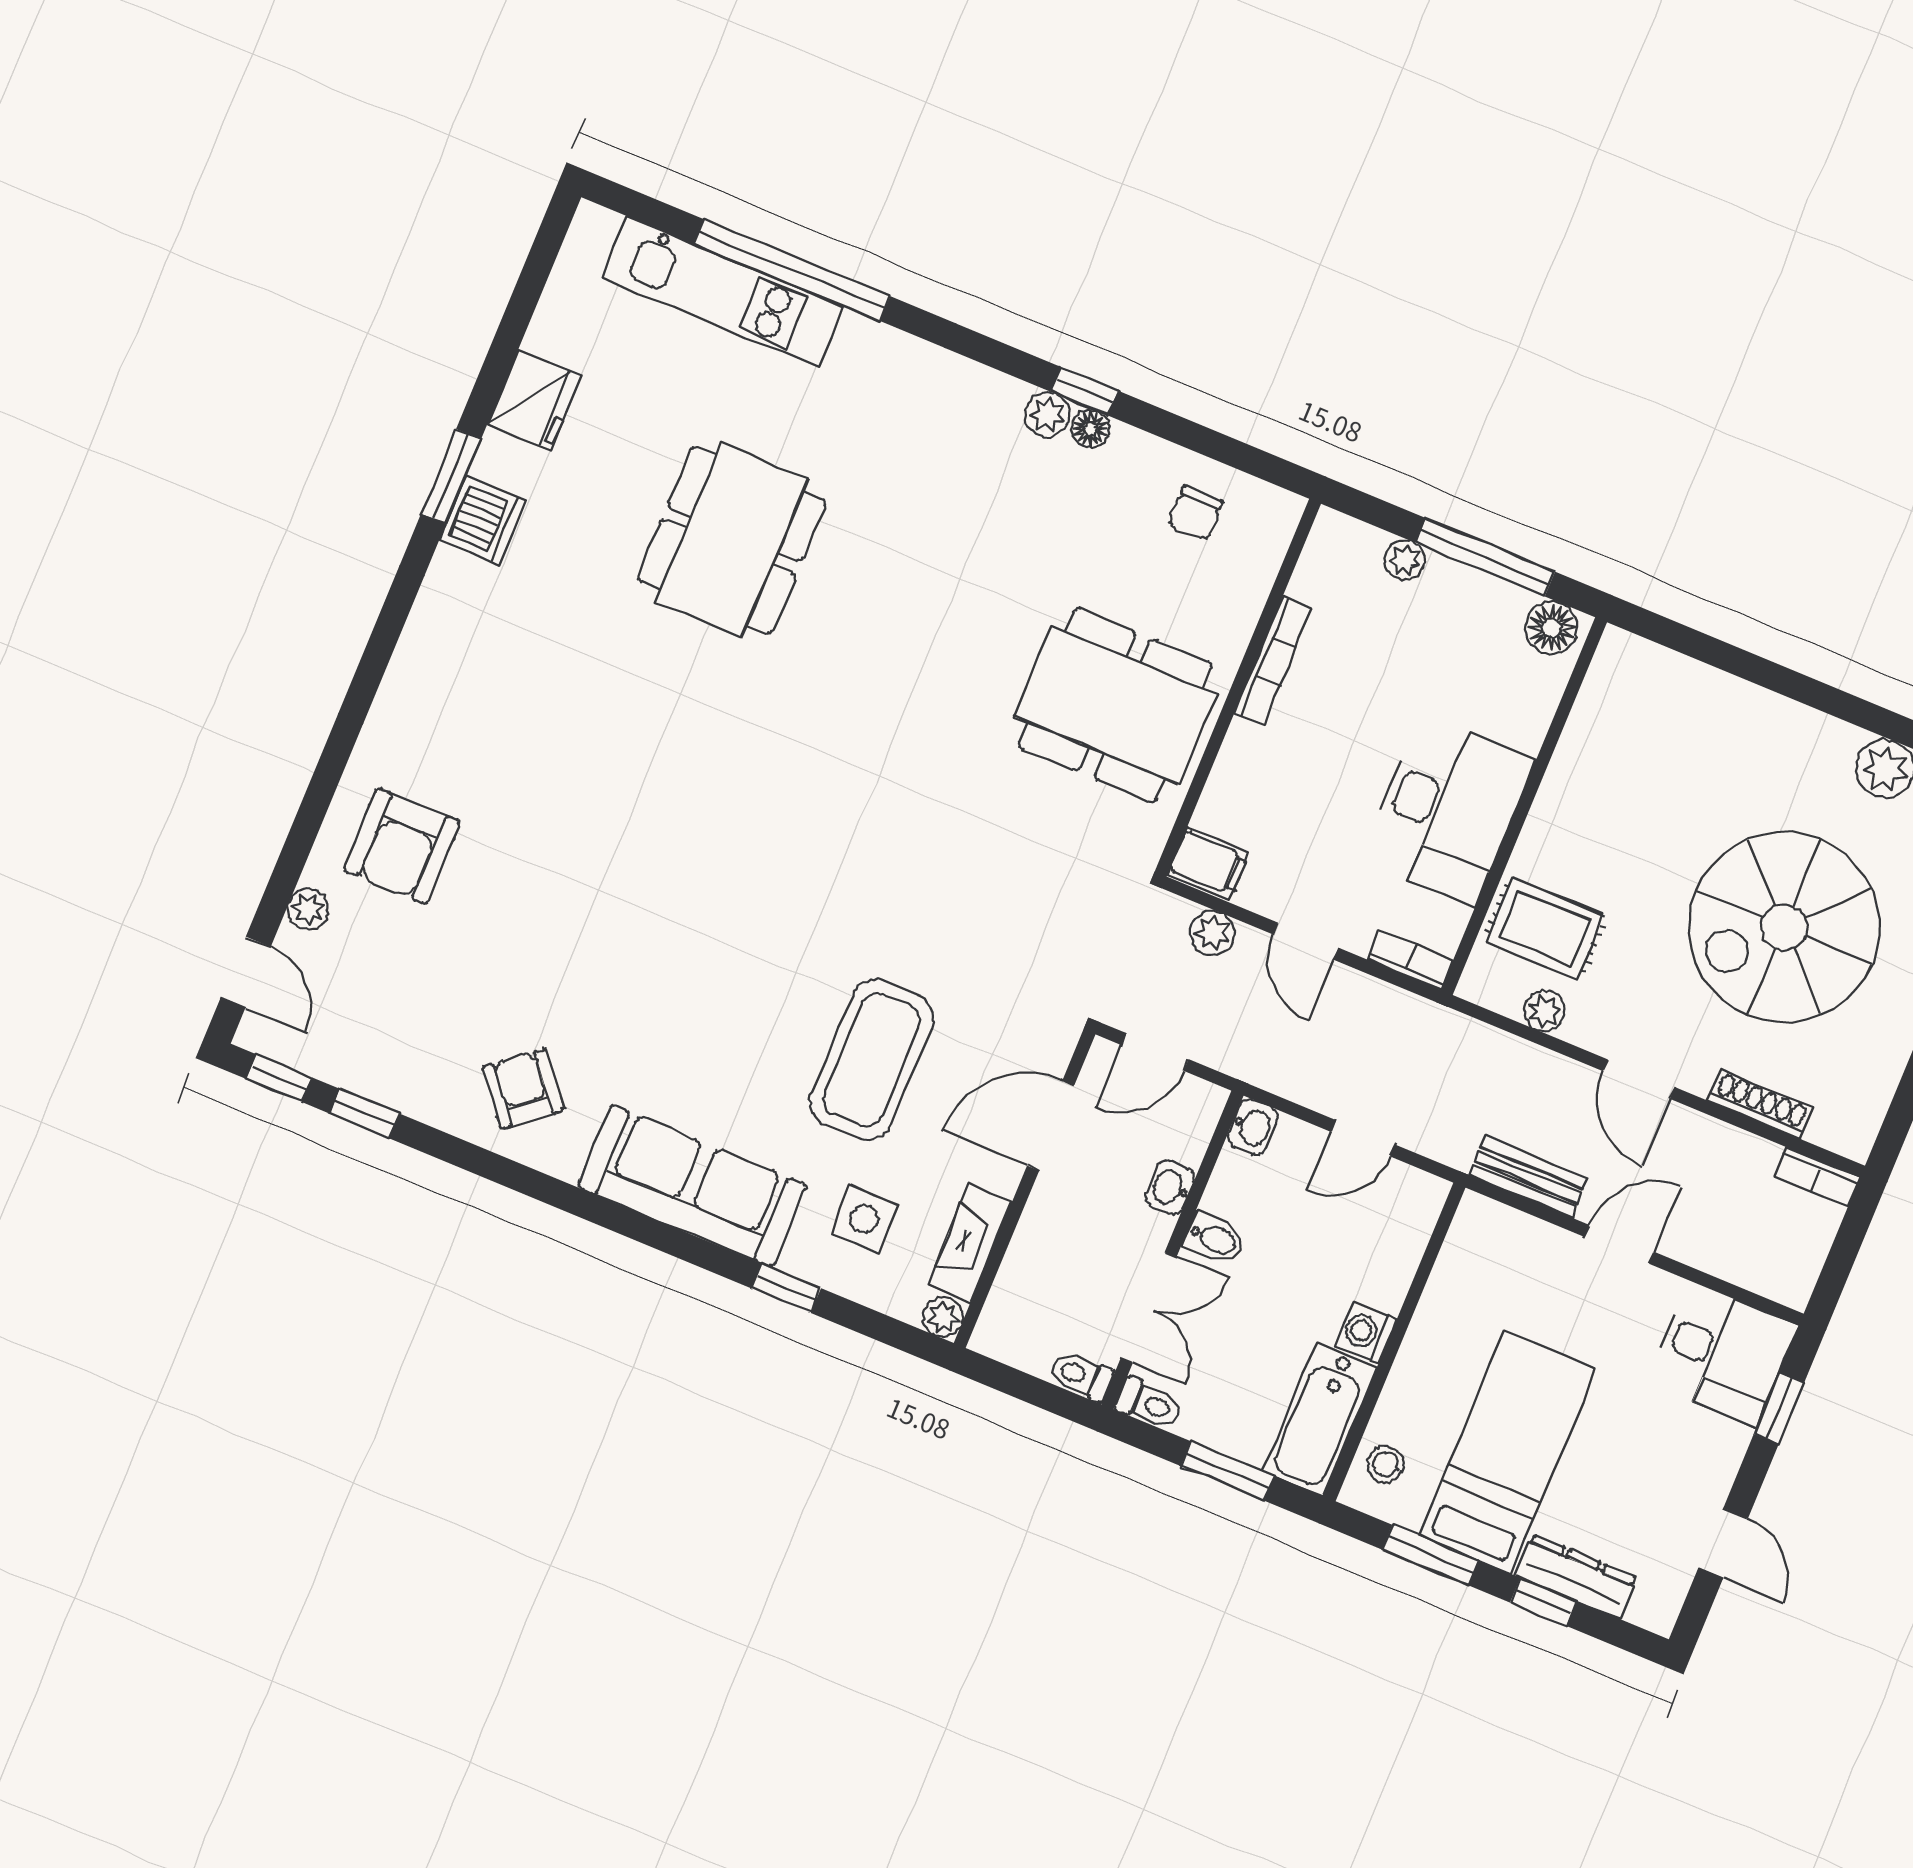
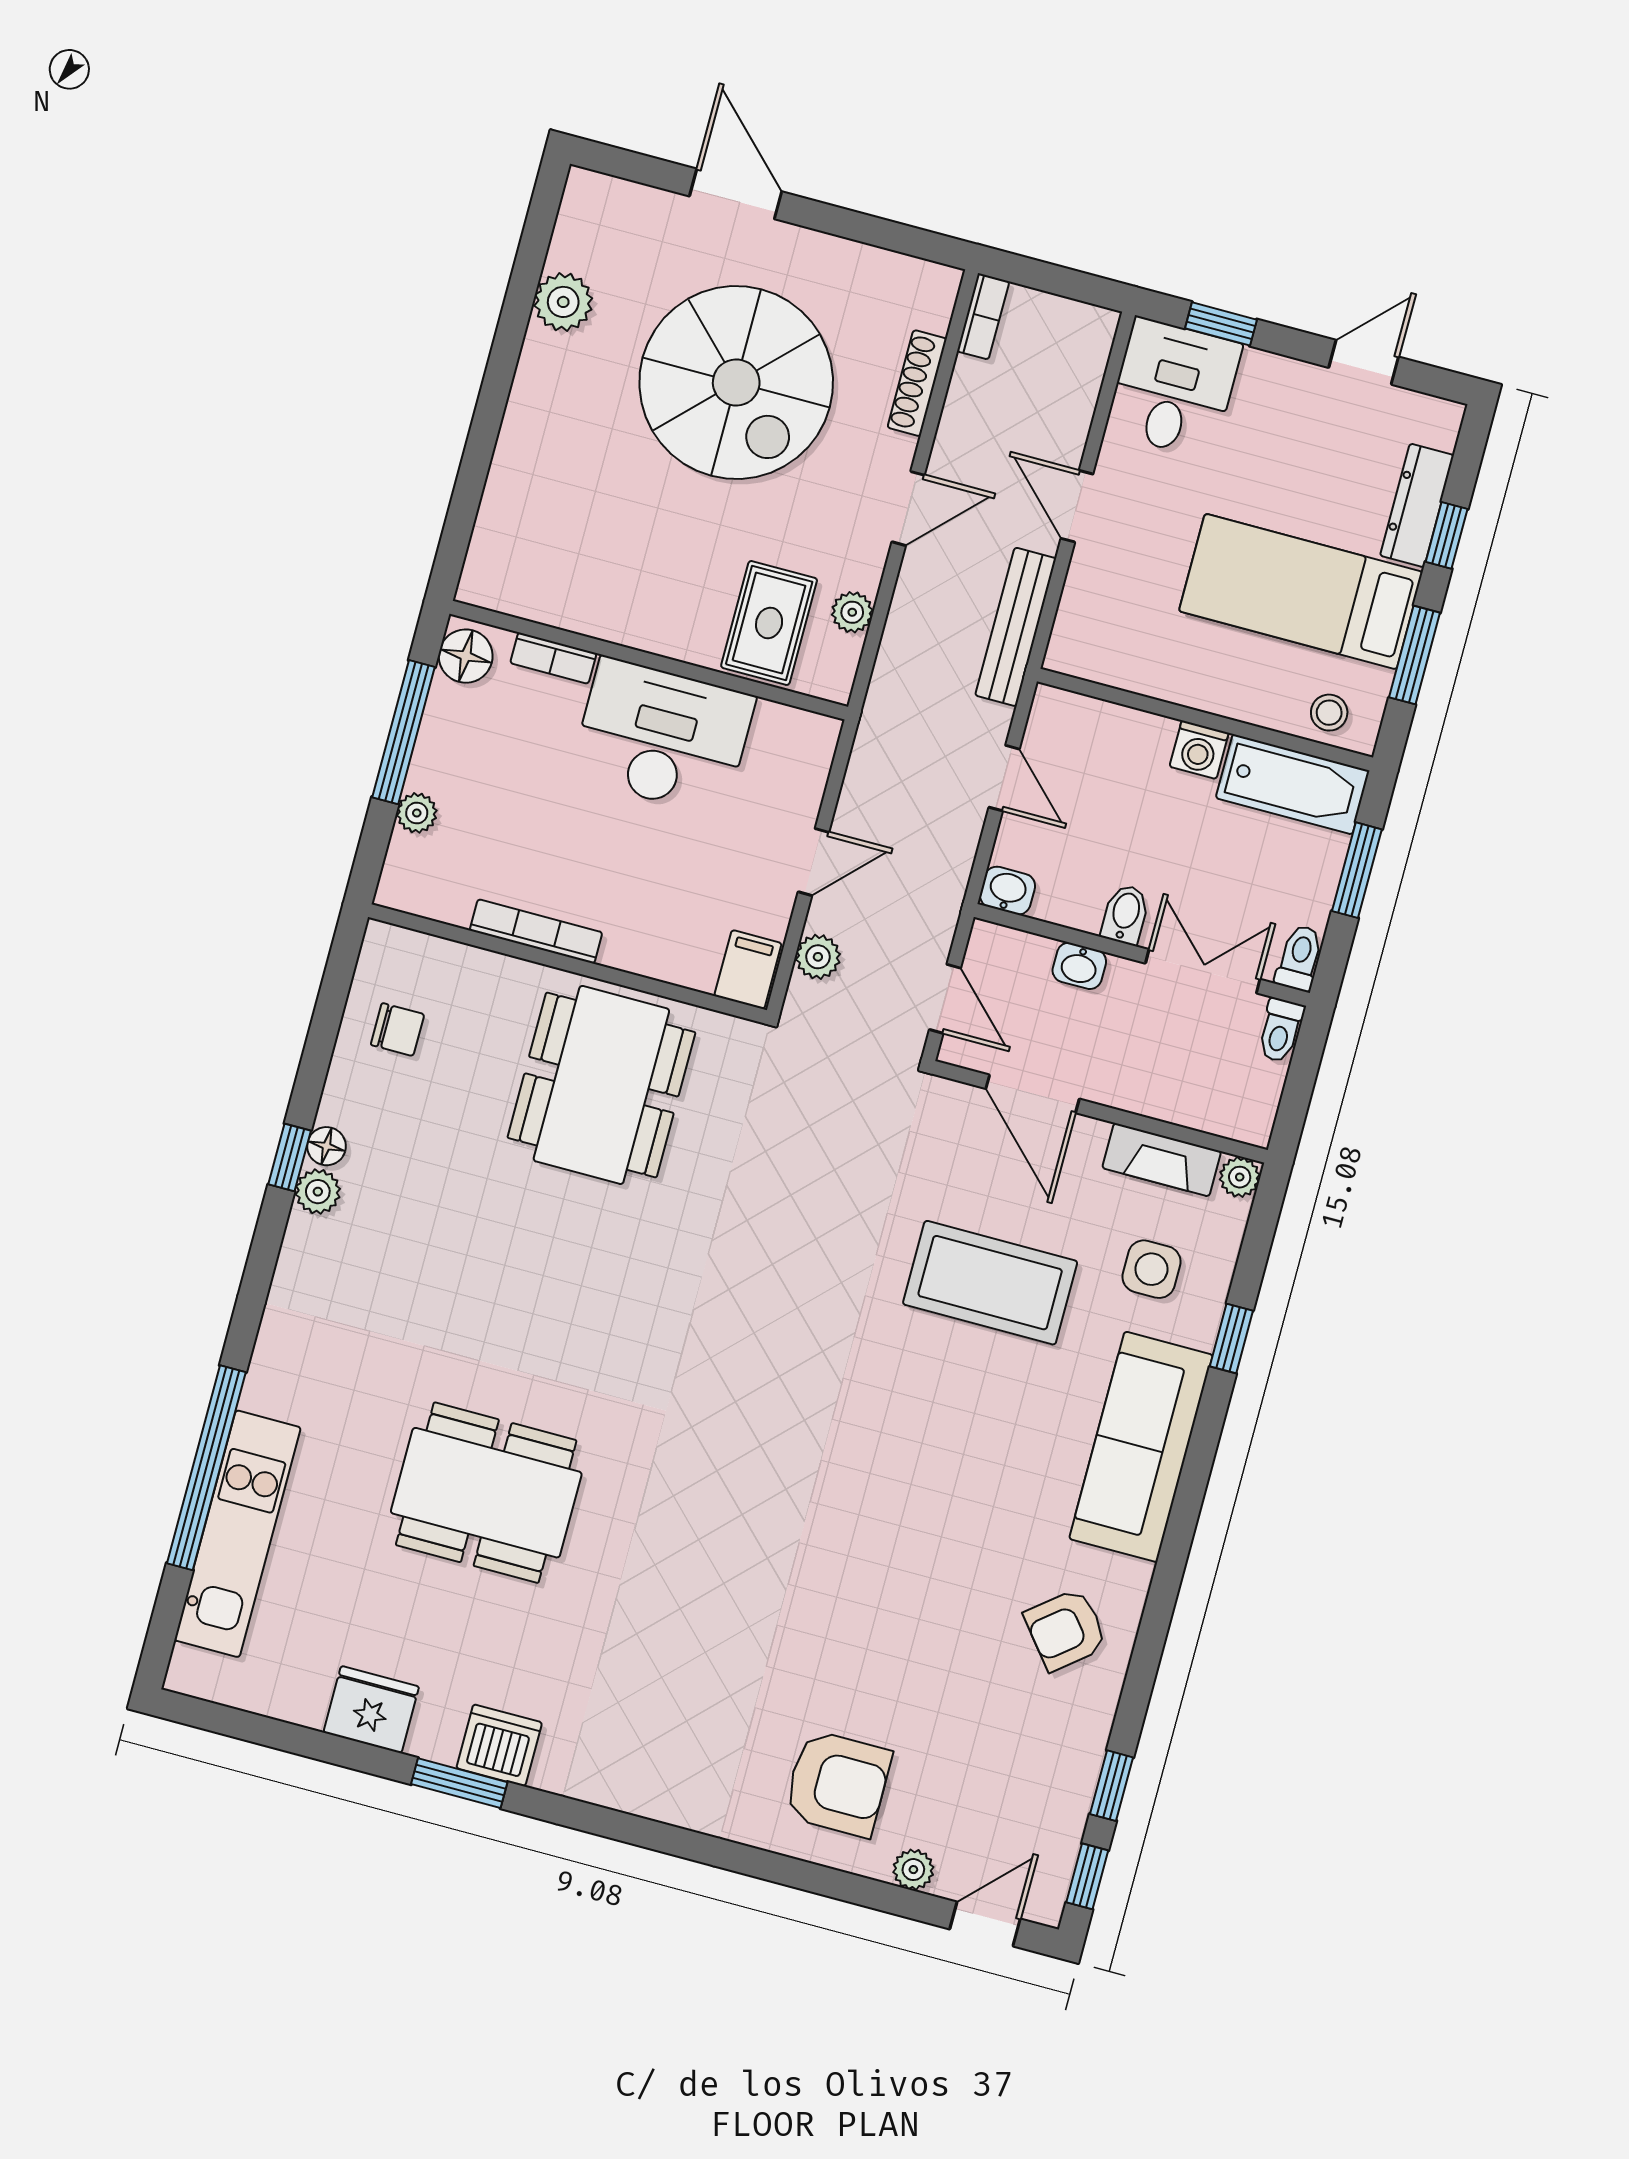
bookcase: (1410, 960) -> (553, 658), moved, turned -90
bench: (1528, 1177) -> (1016, 627), width x1.36

